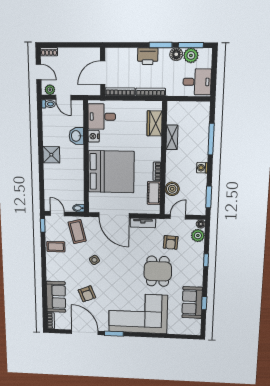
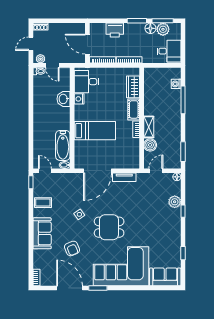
printer: (148, 56) -> (115, 30), moved
door: (39, 72) -> (31, 44), swing flipped
door: (103, 73) -> (87, 44), hinge flipped
shelving: (172, 137) -> (149, 127), moved
shower: (51, 155) -> (41, 116), removed
washing machine: (202, 168) -> (176, 84), moved
bed: (111, 172) -> (95, 131), width x0.49
bathtub: (76, 187) -> (63, 145), added
cot: (154, 193) -> (134, 109), moved
door: (114, 215) -> (98, 171), hinge flipped
coffee table: (77, 232) -> (63, 187), removed
plant: (198, 236) -> (175, 202), moved
armchair: (171, 242) -> (150, 195), removed
dining table: (158, 271) -> (109, 227), moved, turned 90
sofa: (56, 297) -> (42, 233), moved
sofa: (192, 302) -> (165, 277), moved, turned 90

